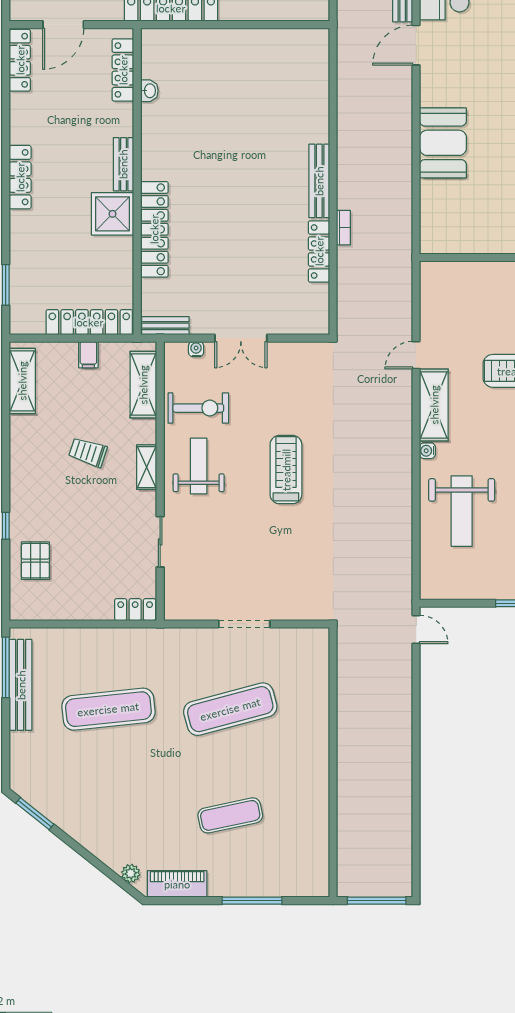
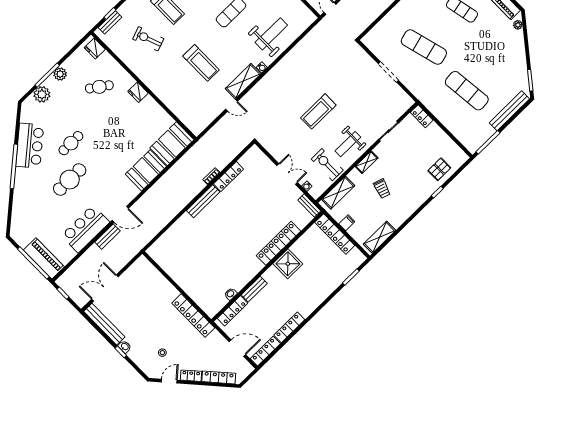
bench: (123, 164) -> (254, 289), moved
locker: (20, 177) -> (289, 327), moved
booth: (444, 217) -> (172, 144), added
bench: (21, 685) -> (509, 111), moved

